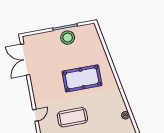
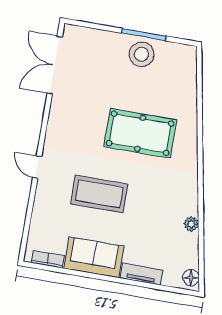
door: (35, 115) -> (37, 167), swing flipped

